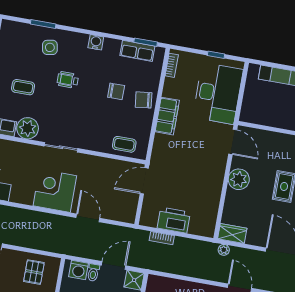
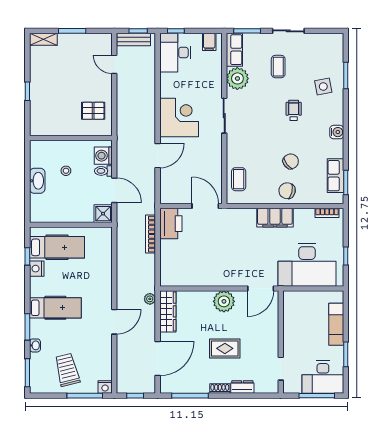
chair: (116, 91) -> (291, 161), turned -128
chair: (144, 100) -> (287, 191), turned -70
printer: (174, 220) -> (171, 224), moved
wardrobe: (232, 234) -> (168, 311), width x1.50
bookcase: (162, 238) -> (151, 234), width x1.56

